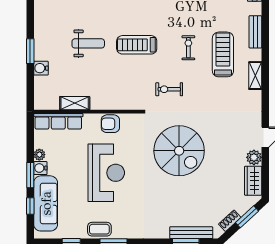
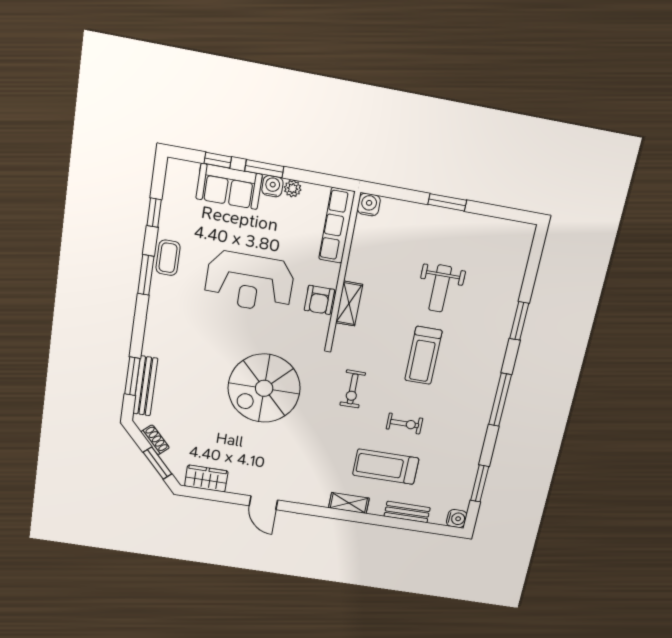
treadmill: (137, 45) -> (423, 355), turned 180
treadmill: (223, 54) -> (386, 467), turned 180
water cooler: (41, 68) -> (369, 205), moved
exercise bike: (169, 89) -> (353, 389), turned 180
shelving: (75, 103) -> (349, 304), moved
armchair: (110, 124) -> (319, 300), turned 180
plant: (254, 157) -> (238, 484), removed
sofa: (46, 203) -> (229, 186), width x0.73

